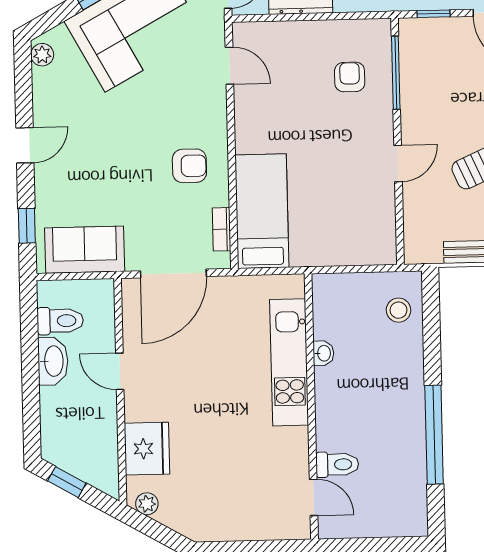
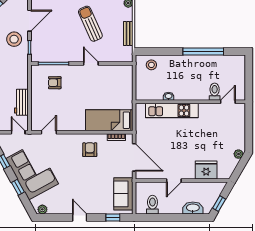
washbasin: (53, 361) -> (193, 208), moved
plant: (147, 504) -> (238, 154), moved

